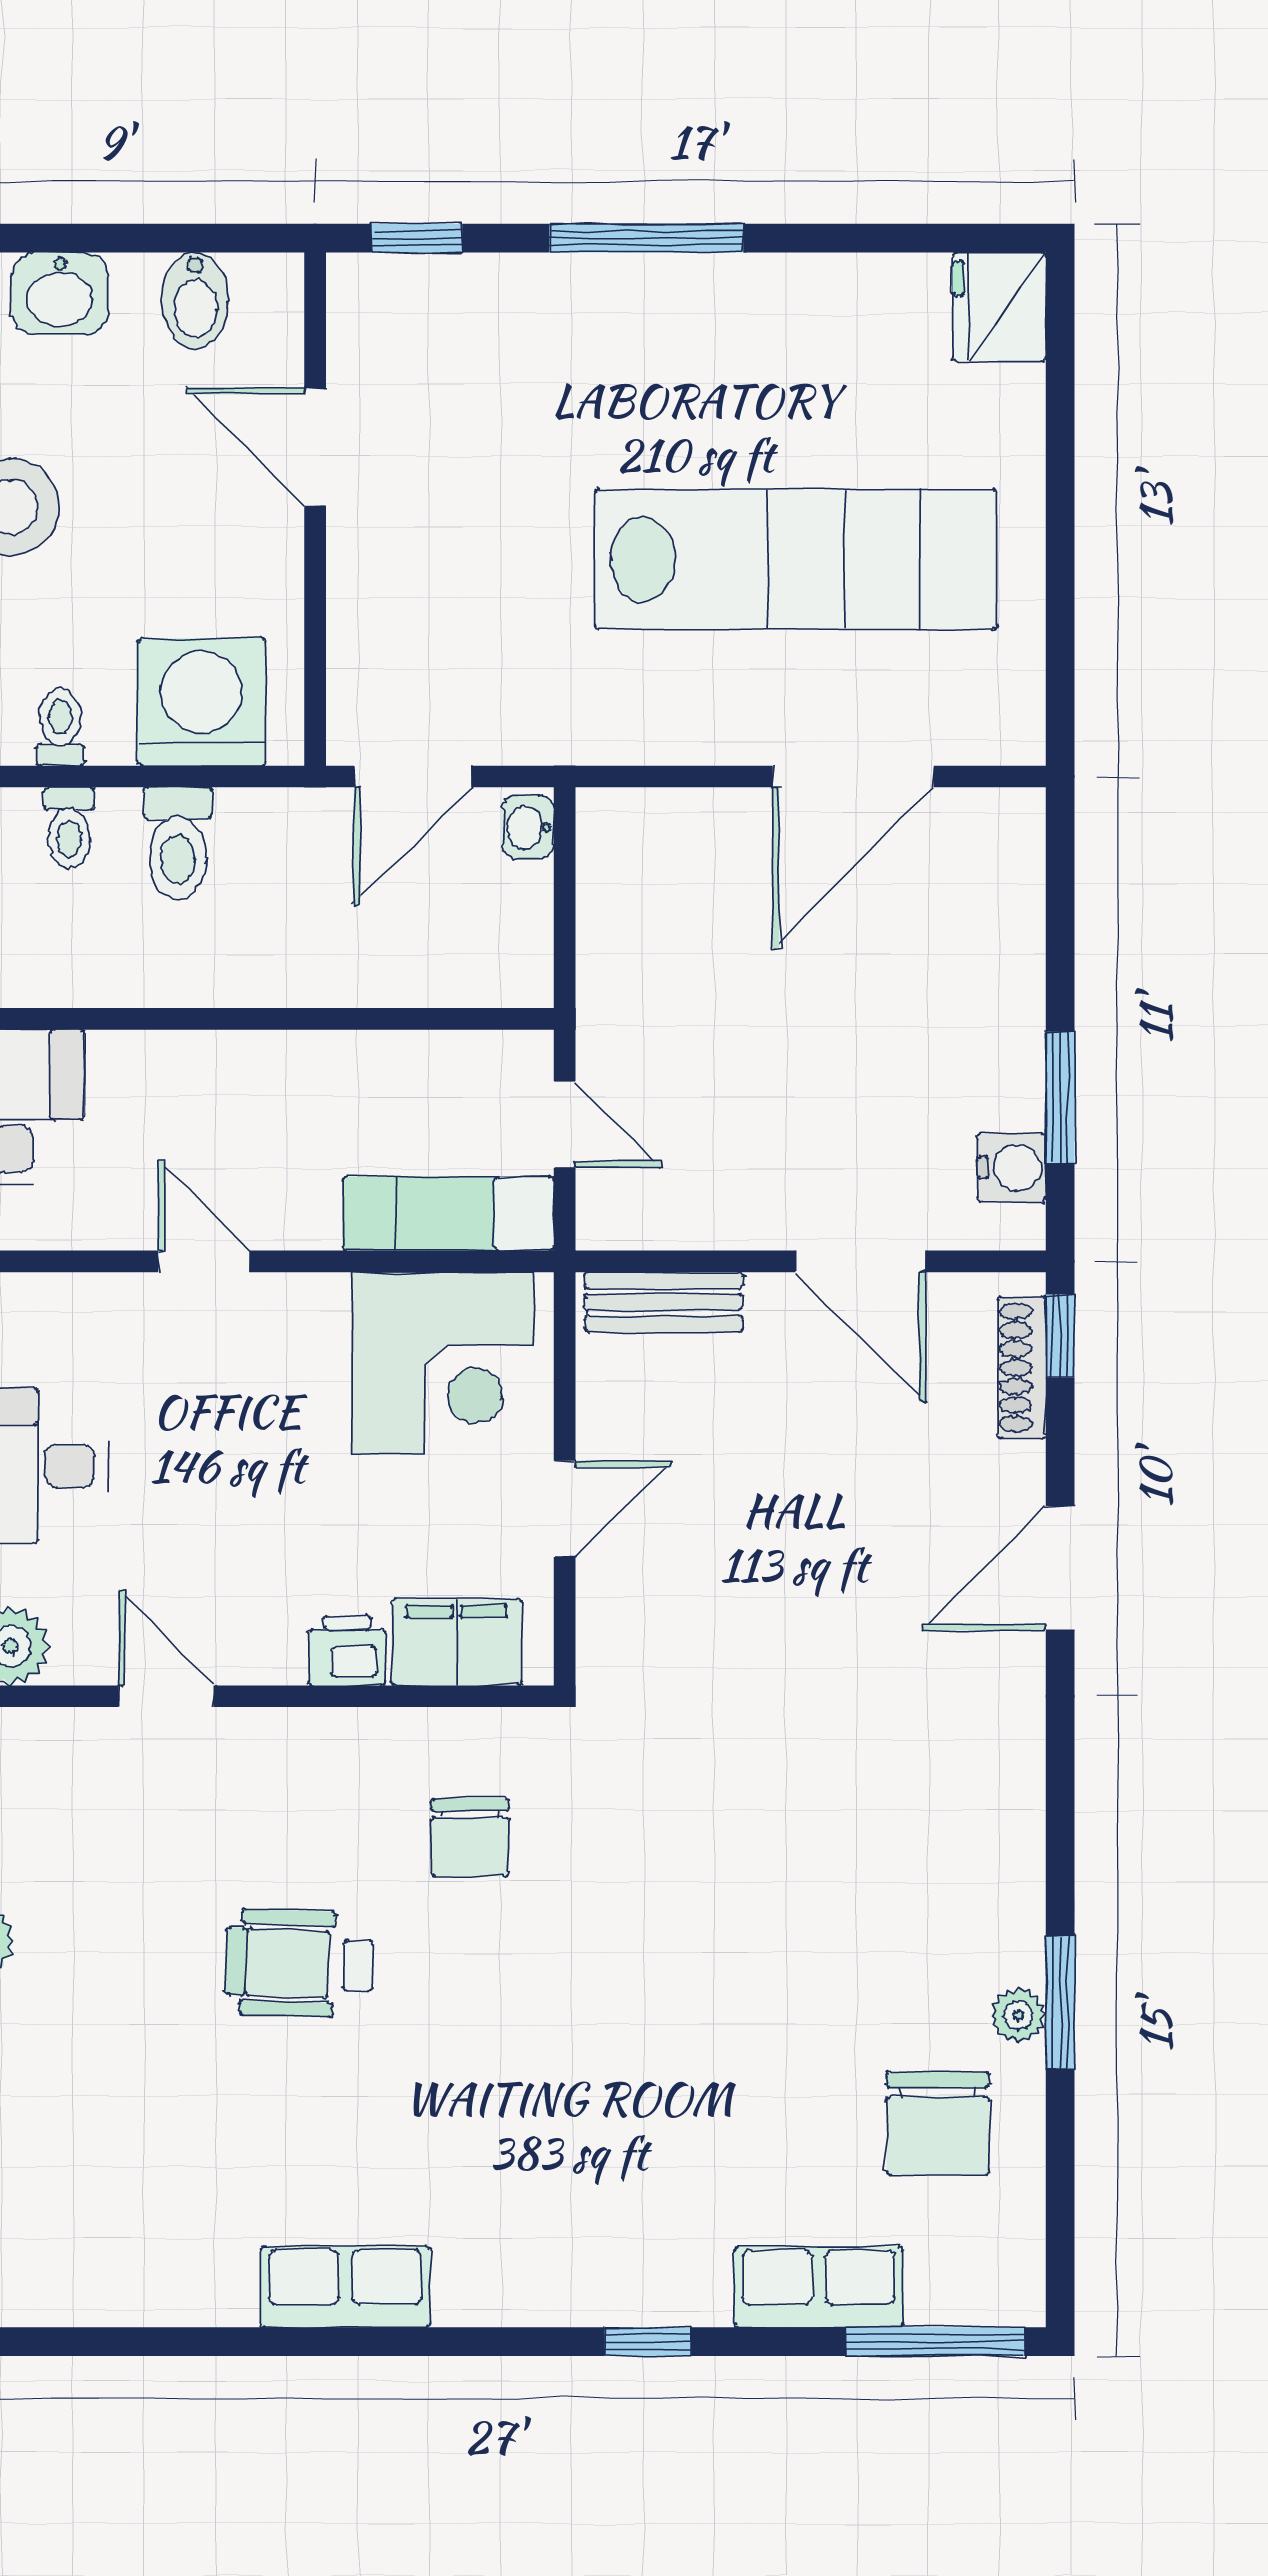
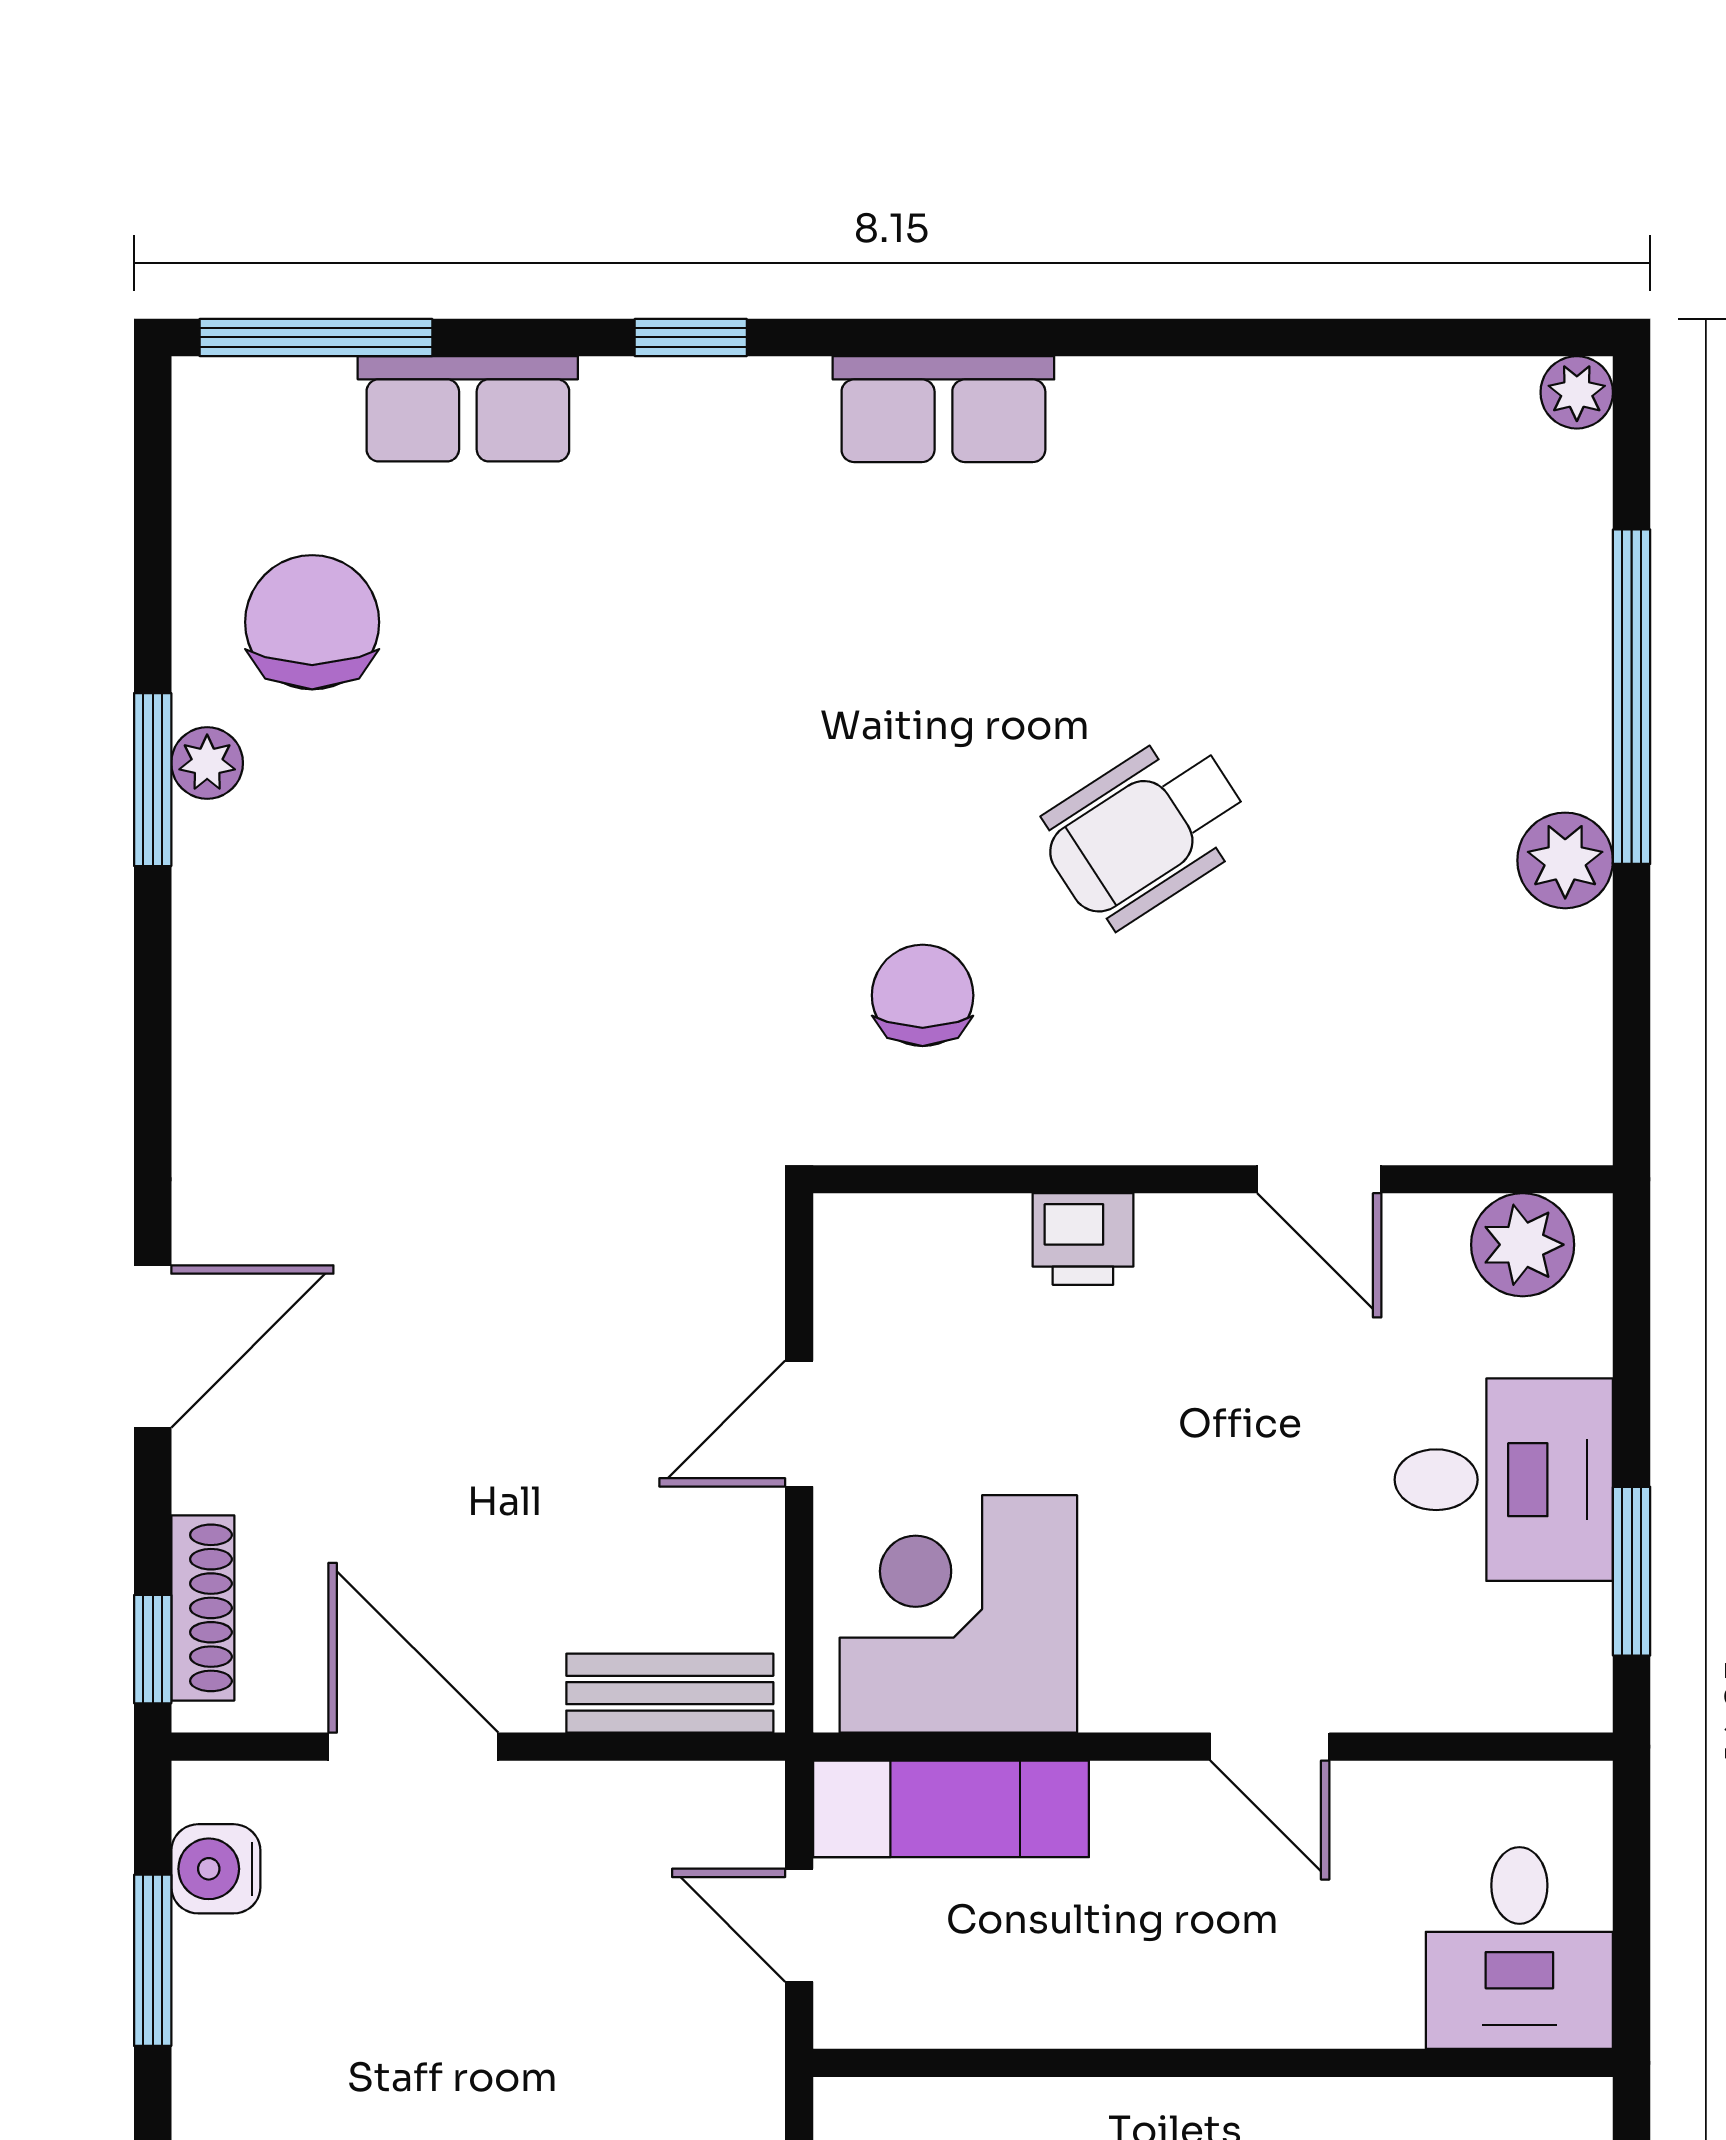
filing cabinet: (457, 1642) -> (940, 1250), removed
wheelchair: (299, 1964) -> (1145, 831), turned 145
row of seats: (345, 2287) -> (943, 409), moved

